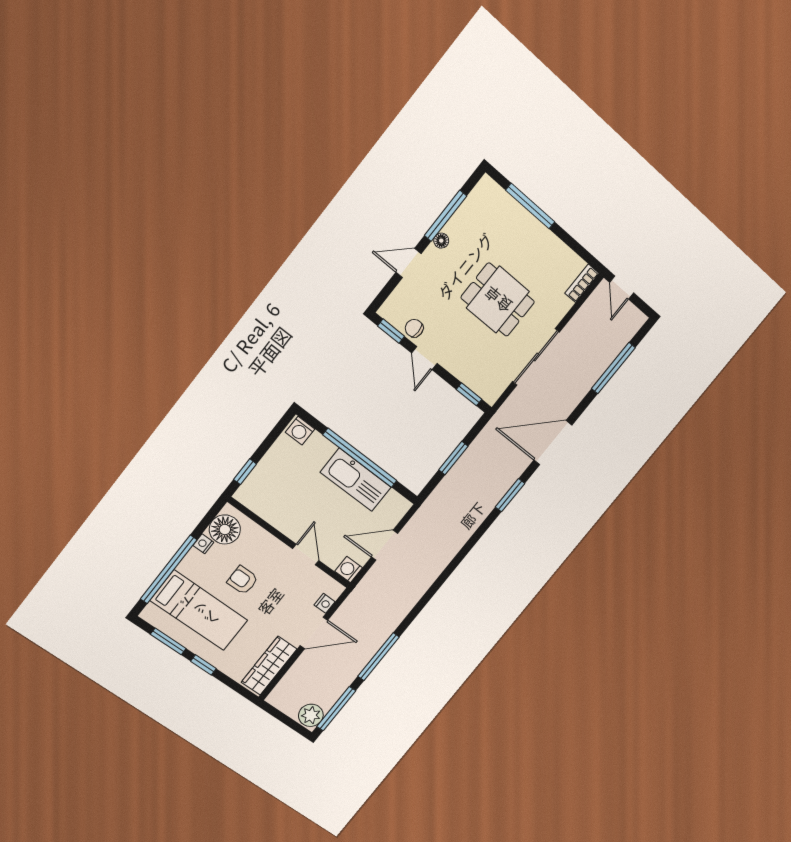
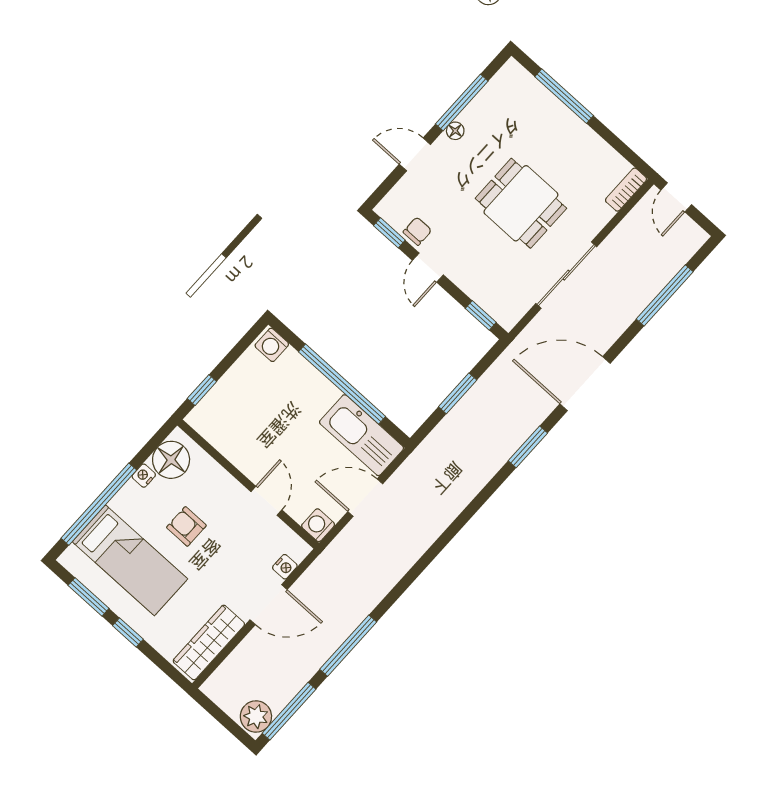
chair: (414, 328) -> (417, 231), turned 90
kitchen sink: (356, 480) -> (362, 435), moved

